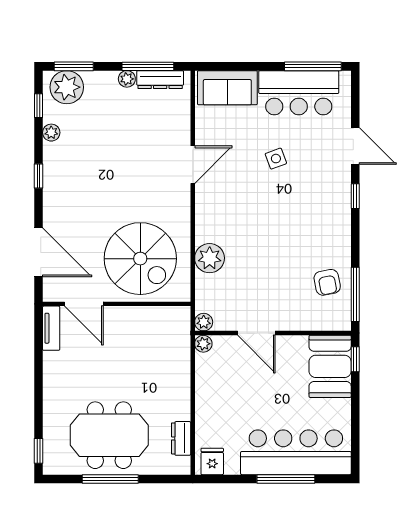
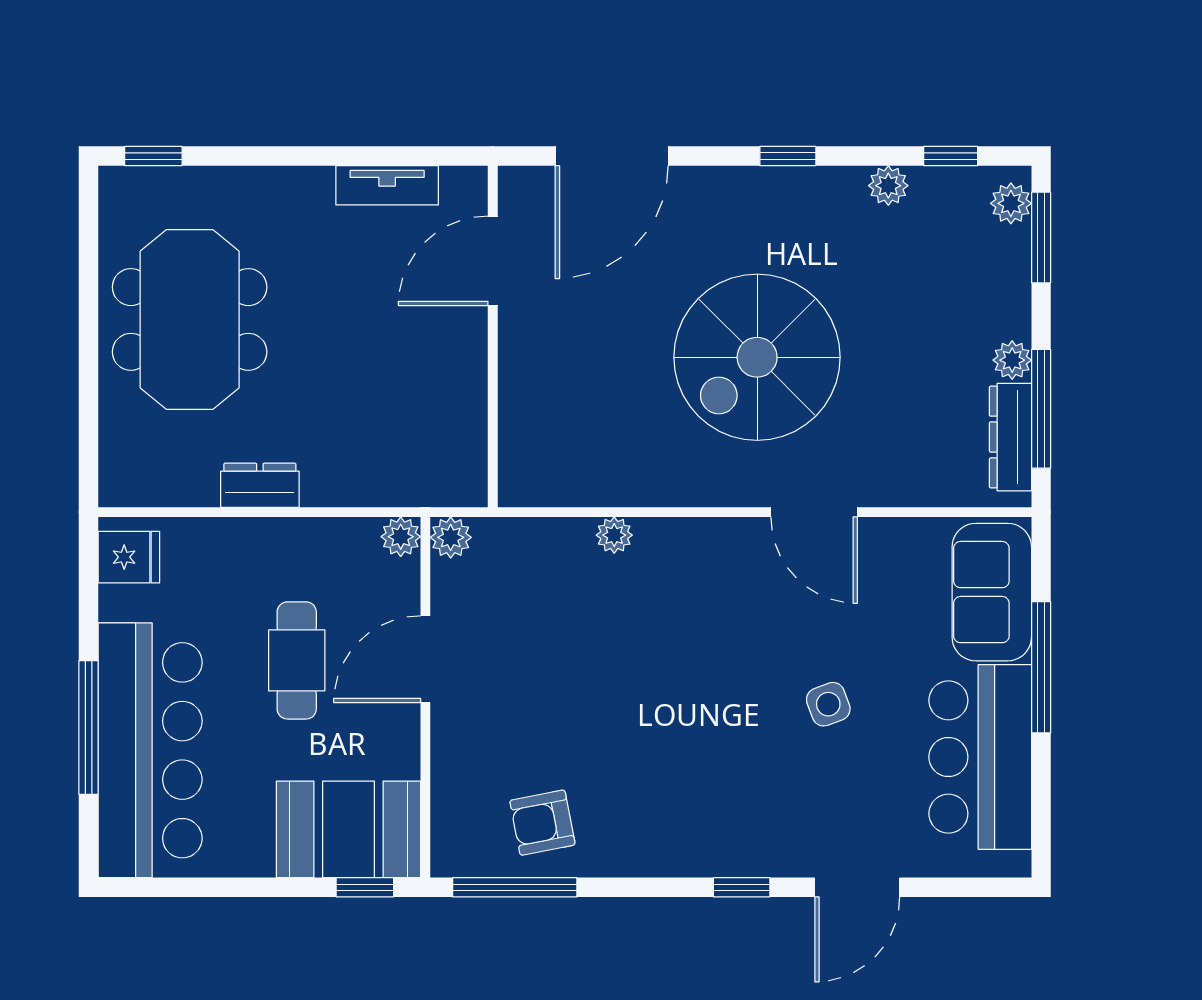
window: (313, 66) -> (1041, 667), moved
plant: (67, 87) -> (1011, 203), width x0.53, depth x0.53
plant: (210, 258) -> (614, 535), width x0.53, depth x0.53
spiral stairs: (140, 259) -> (757, 357), moved
tv unit: (51, 328) -> (387, 185), moved
cafe table: (257, 389) -> (297, 660), added
dresser: (181, 438) -> (260, 485), moved
window: (110, 479) -> (89, 322), removed

